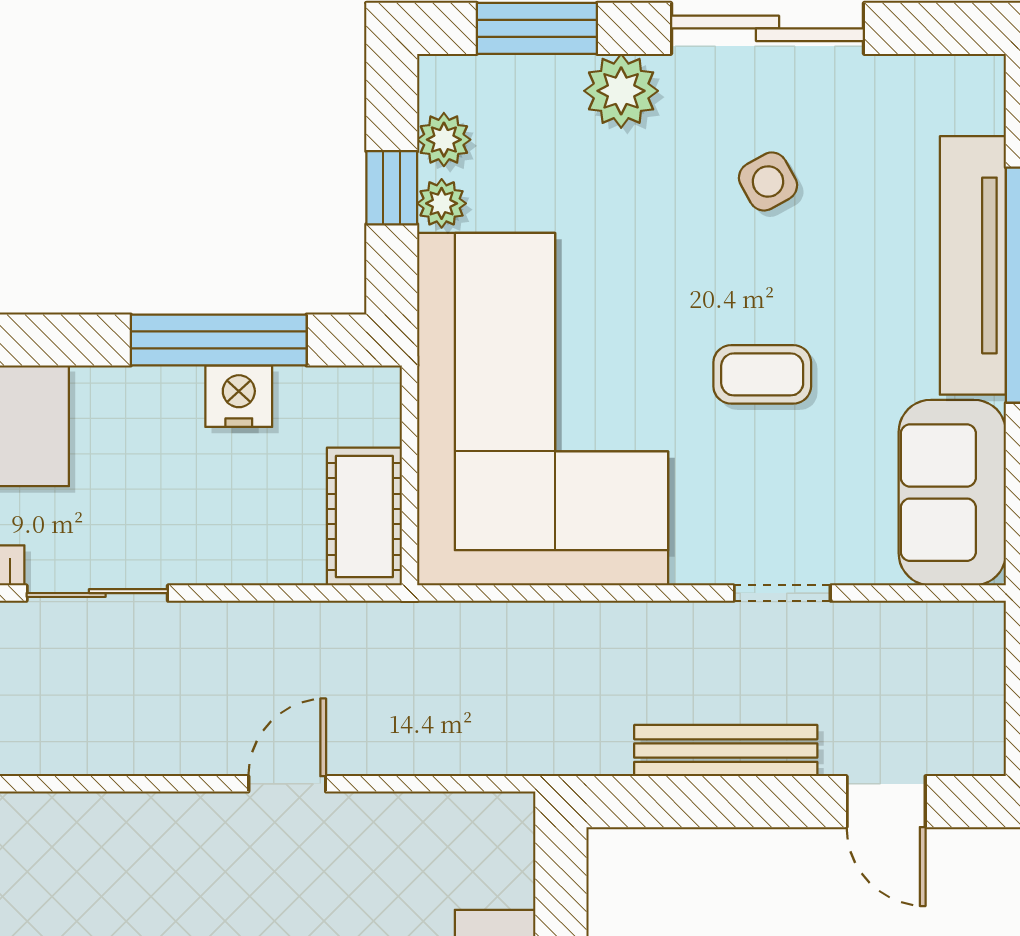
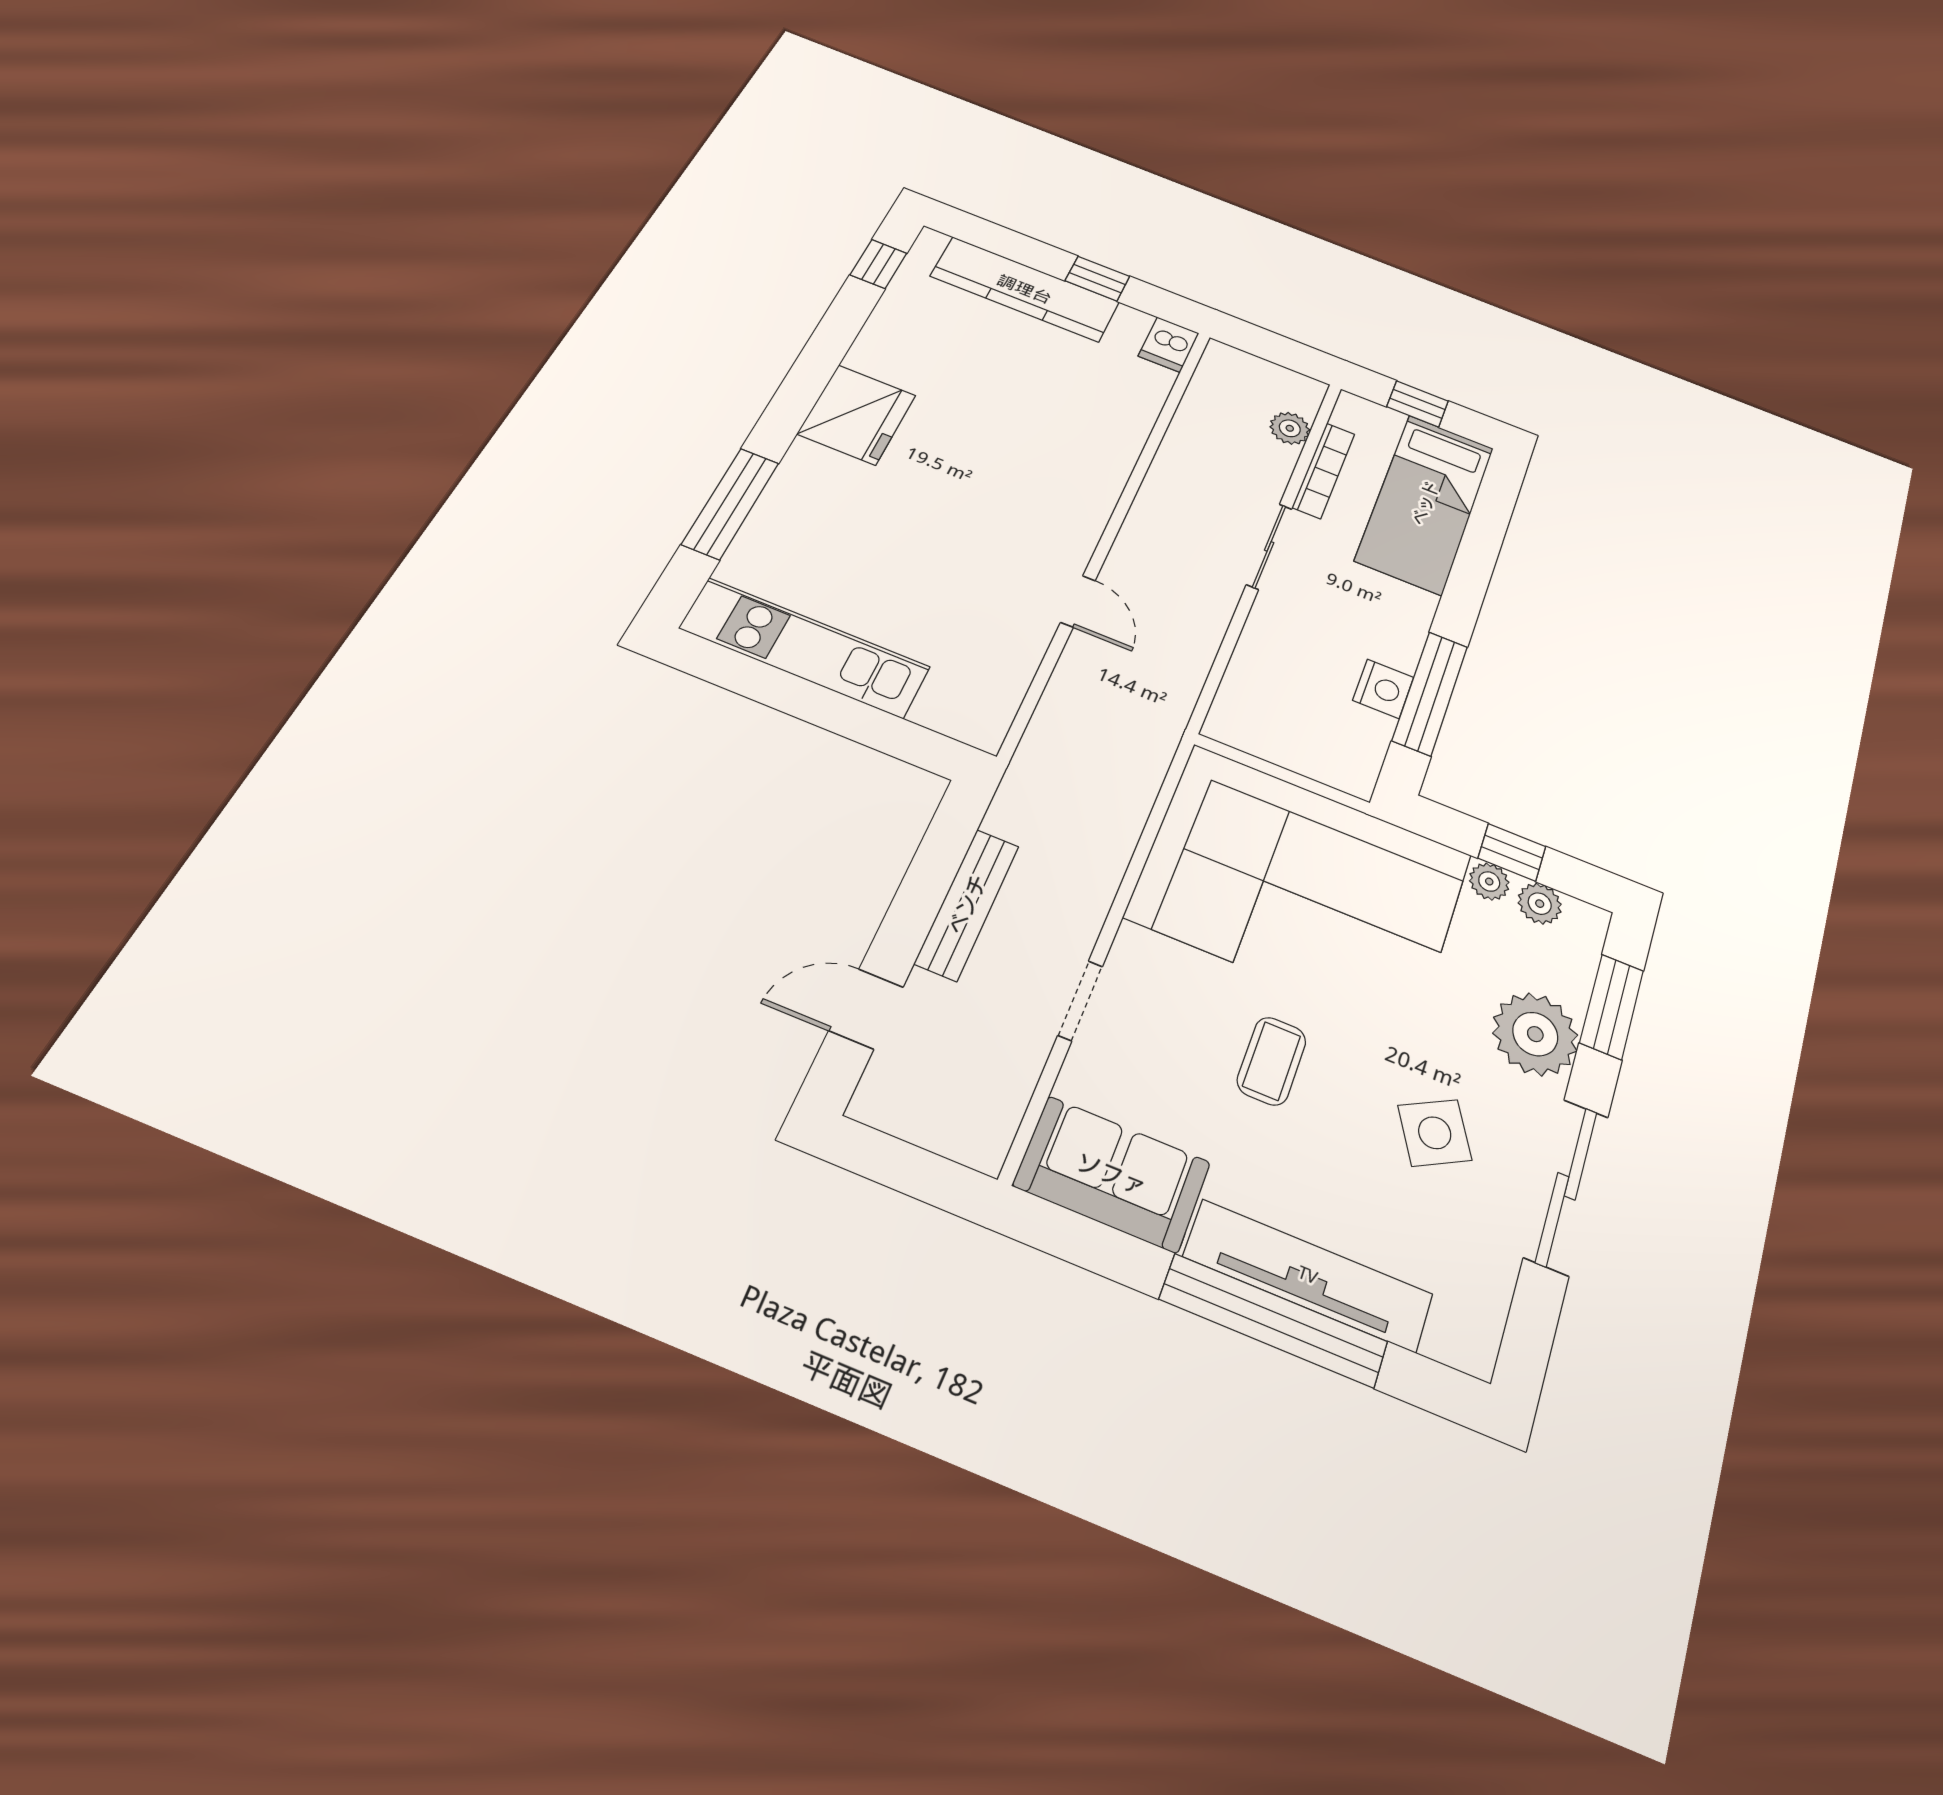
plant: (621, 91) -> (1535, 1034), width x1.36, depth x1.36
side table: (768, 181) -> (1435, 1133), width x1.37, depth x1.37
cot: (364, 517) -> (1261, 731), removed

